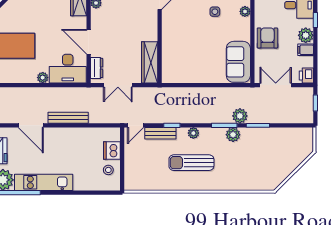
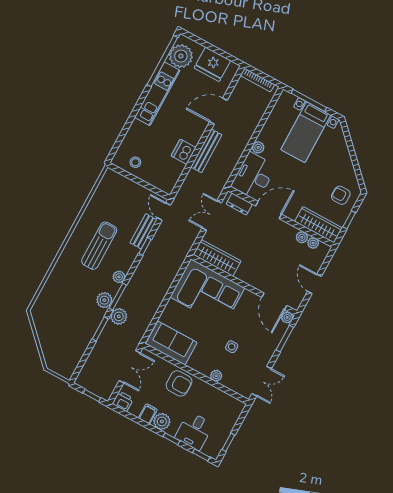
corner sofa: (182, 55) -> (207, 293), added
plant: (193, 133) -> (119, 277), moved
dishwasher: (112, 151) -> (184, 152), moved, turned -90

